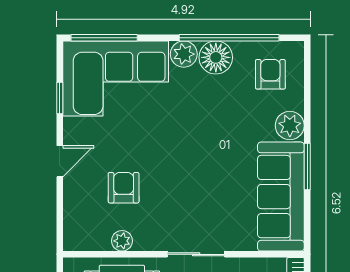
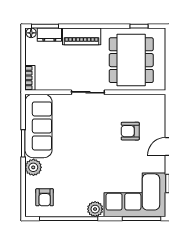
floor lamp: (216, 57) -> (76, 207), removed
armchair: (124, 188) -> (130, 131), turned 90
plant: (122, 241) -> (131, 100), removed

